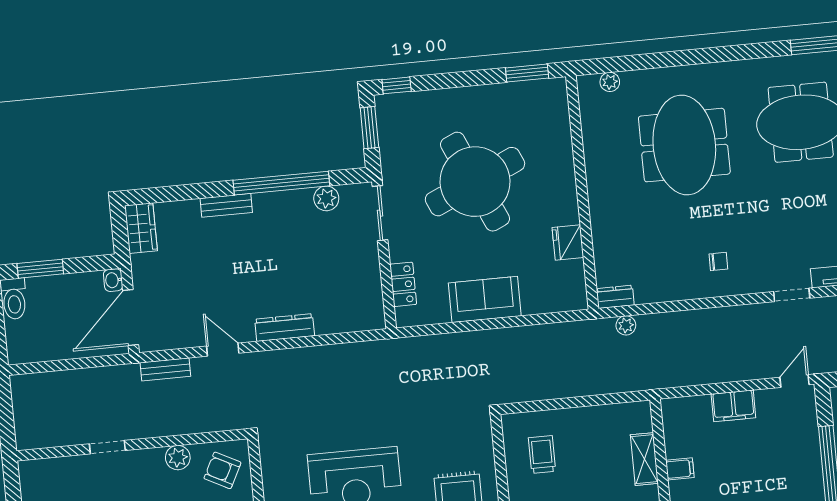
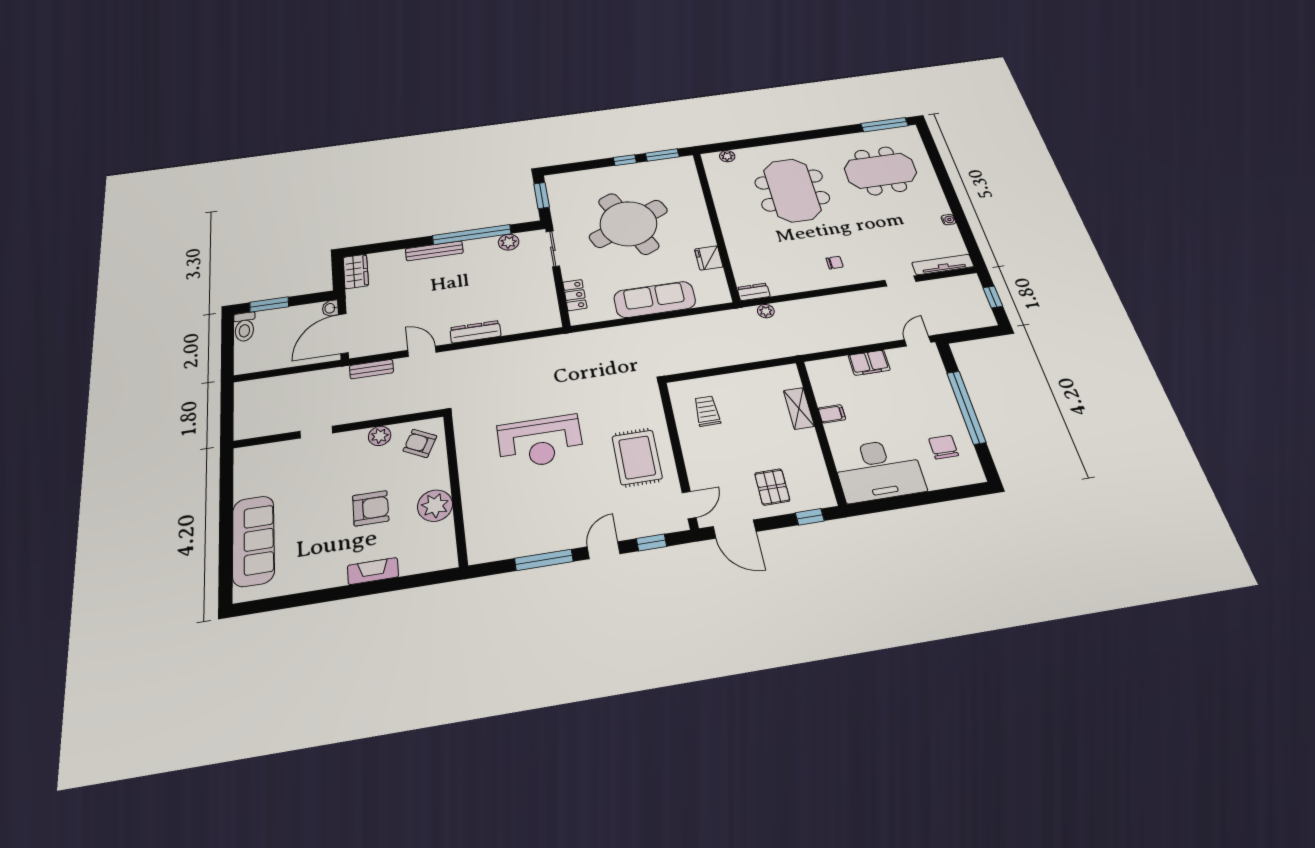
window: (397, 85) -> (625, 160), moved
bench: (226, 205) -> (434, 251), width x1.36
sofa: (485, 299) -> (655, 299), width x1.36

